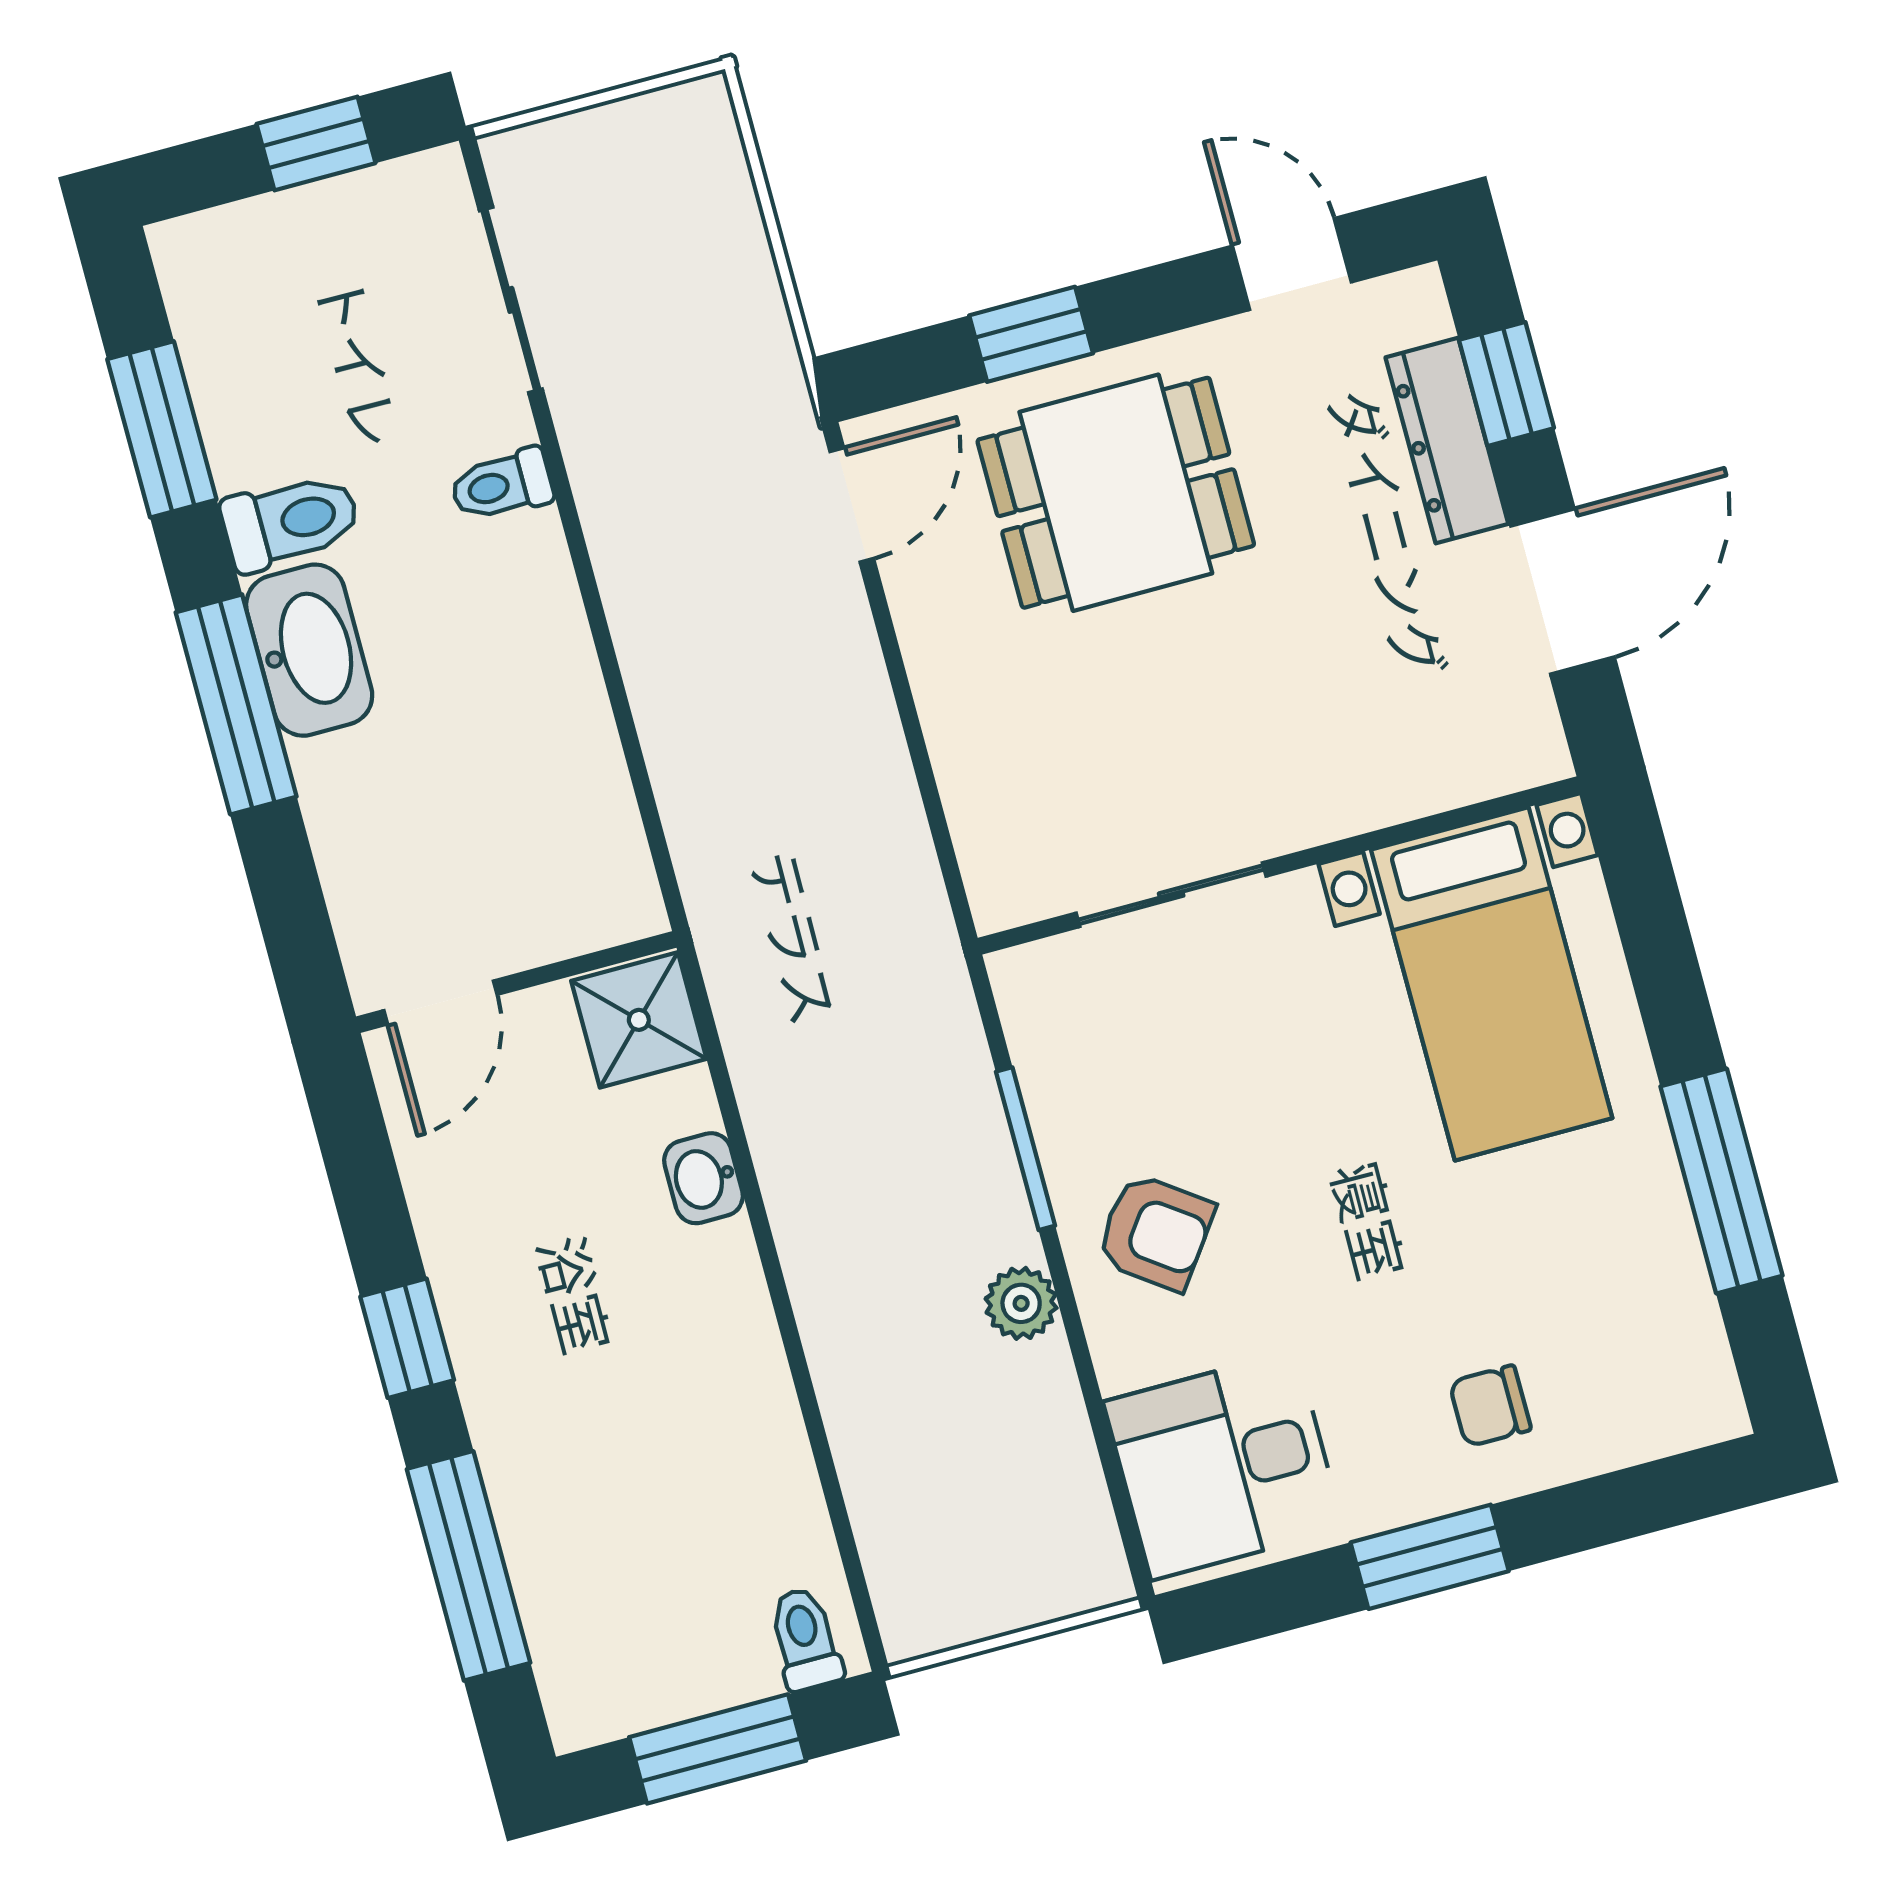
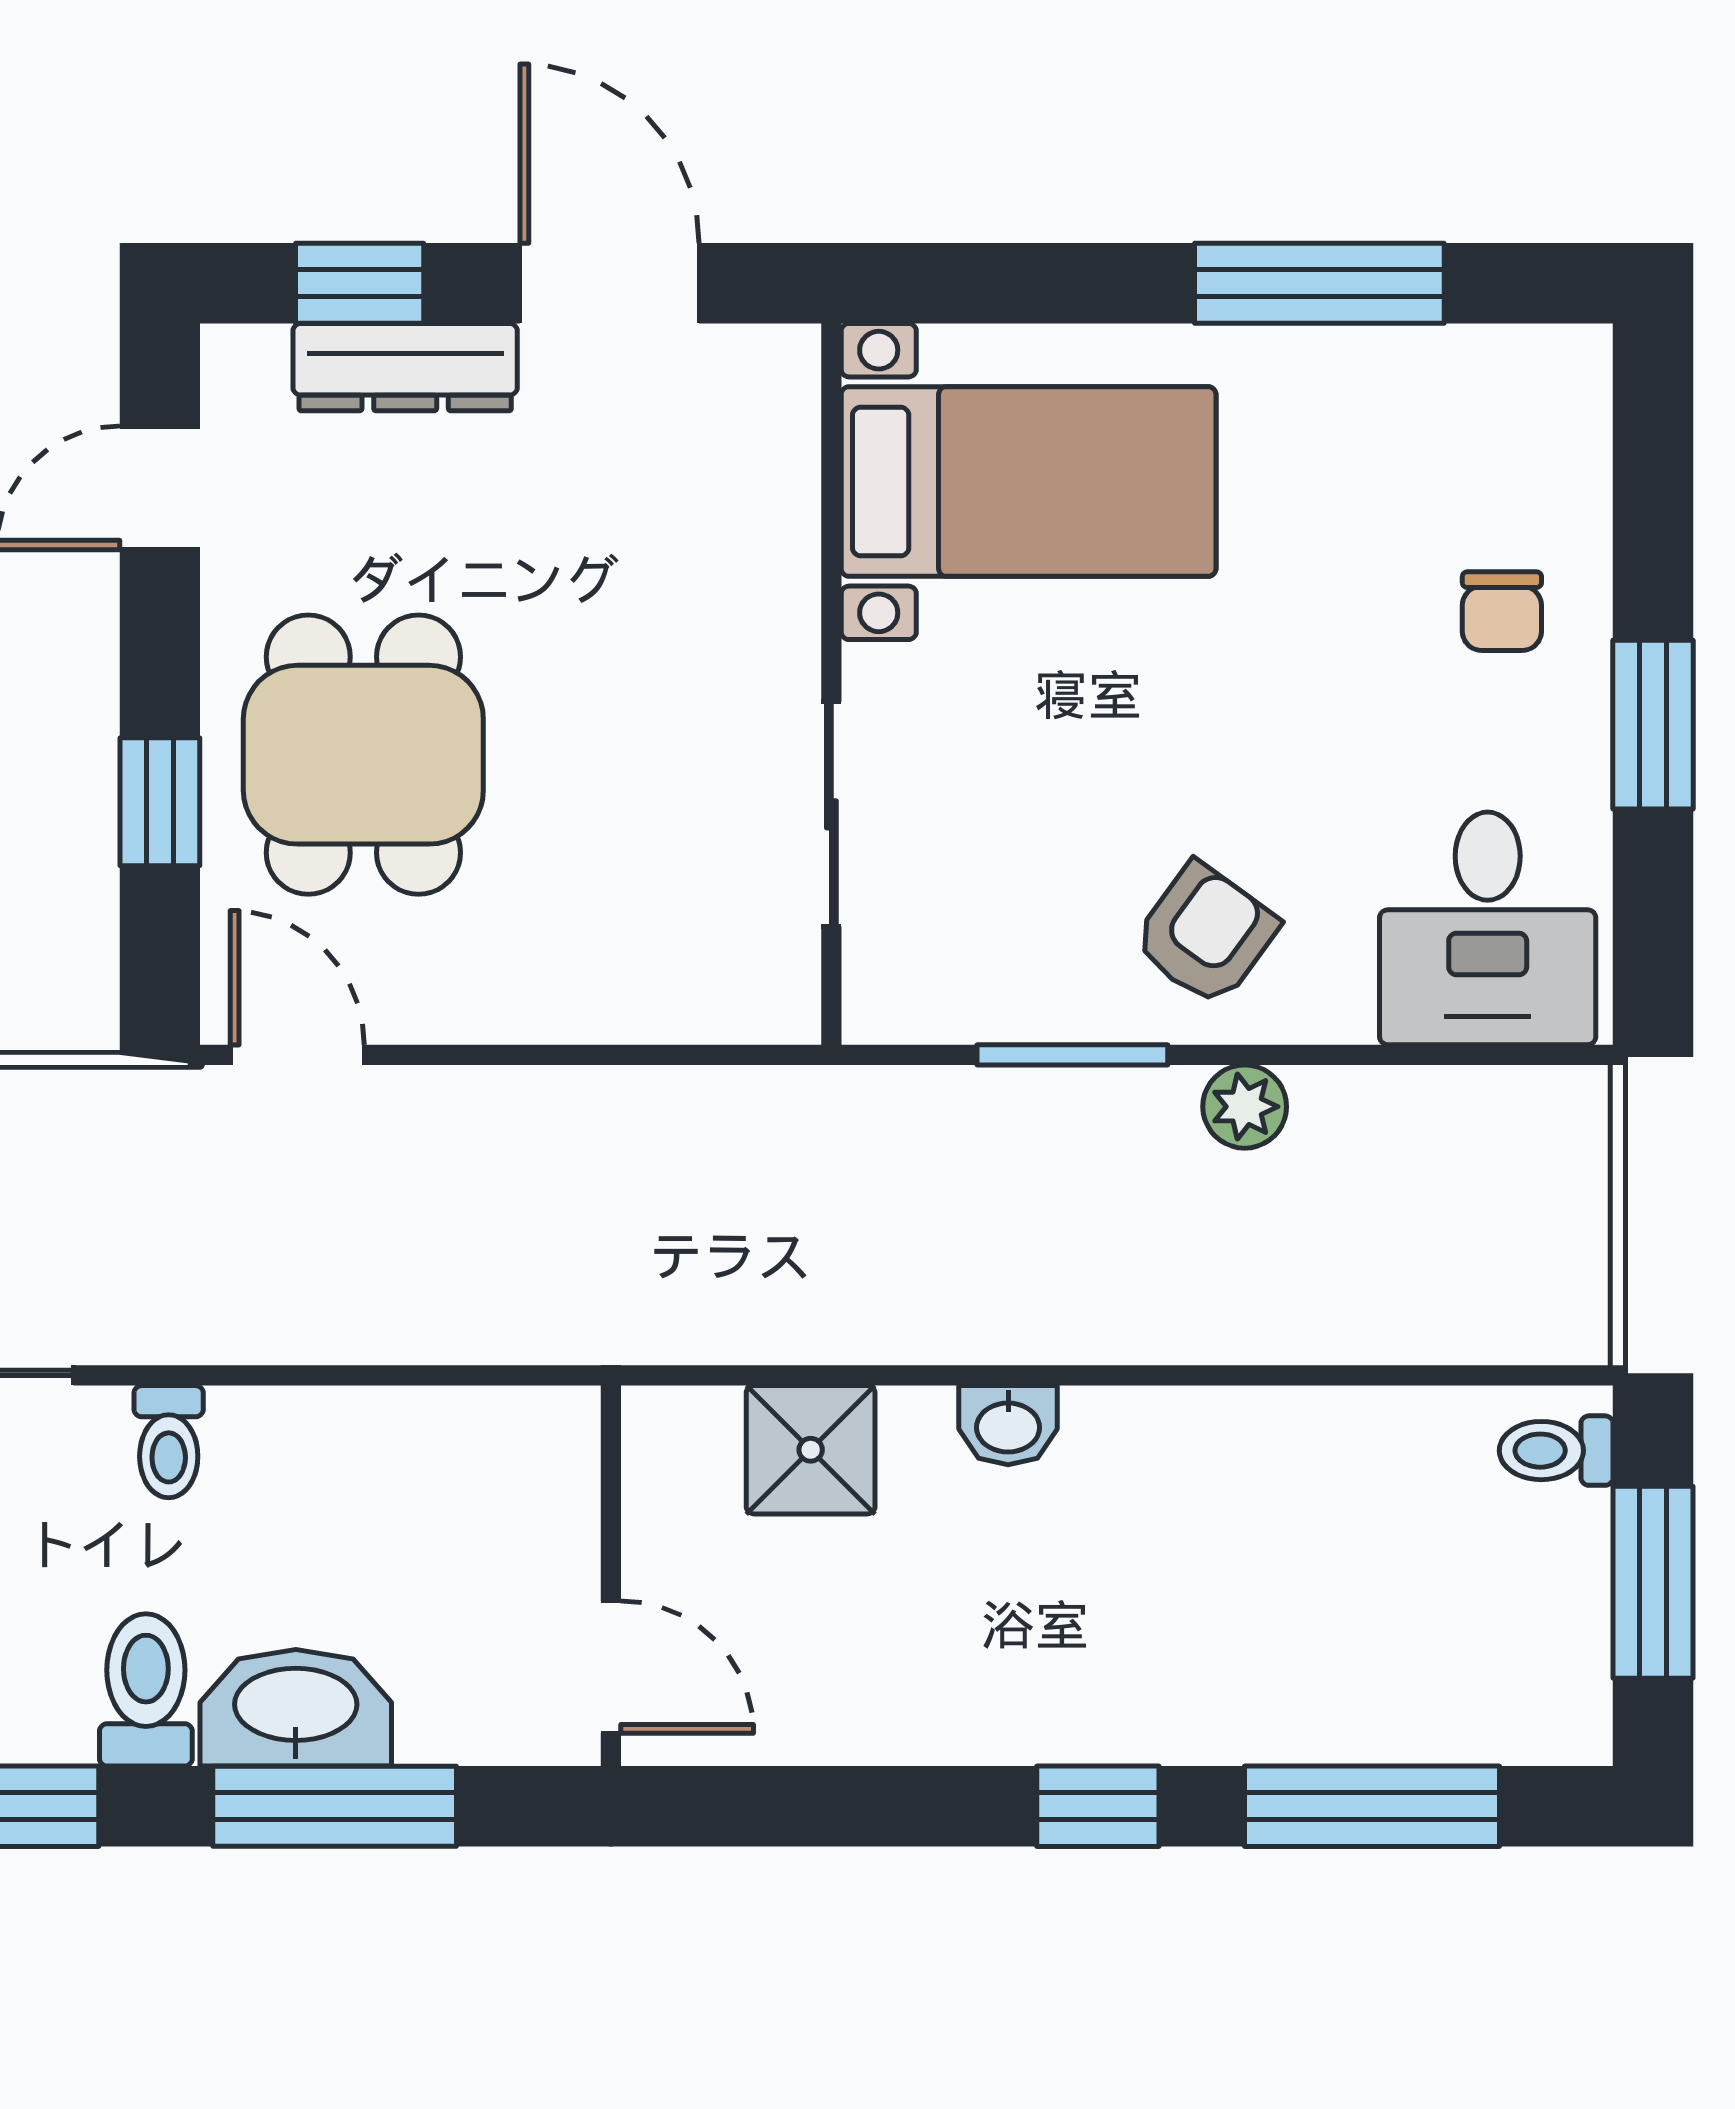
wall: (516, 982) -> (611, 1576), moved
door: (441, 1002) -> (611, 1667), moved

